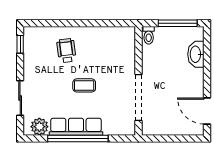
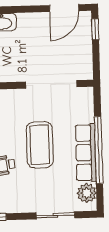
coffee table: (84, 85) -> (40, 145), width x1.86, depth x1.72
window: (187, 138) -> (95, 29), added

